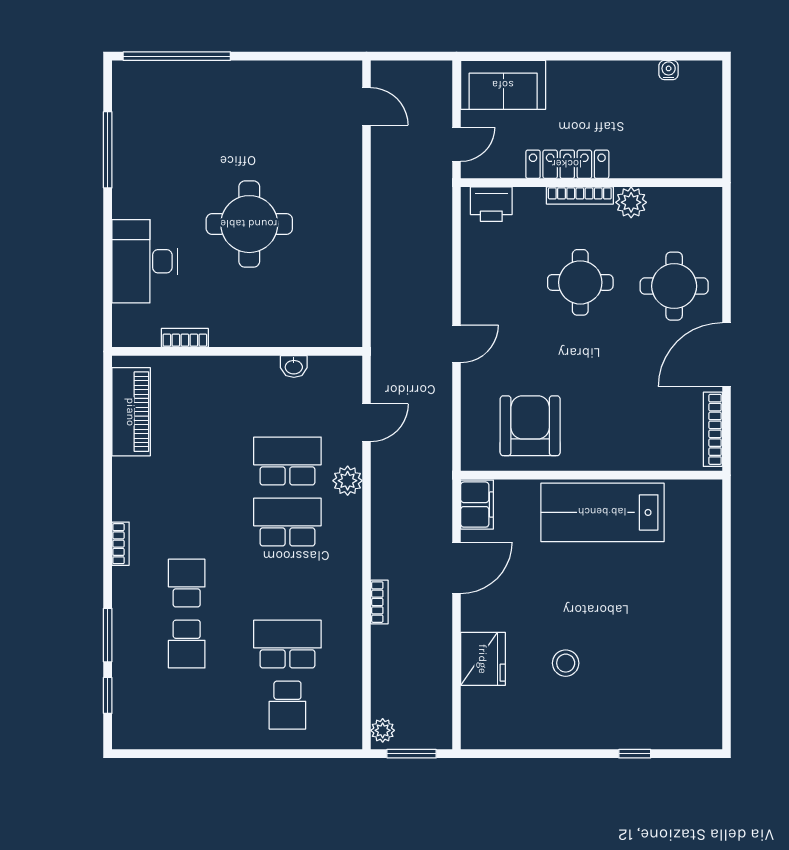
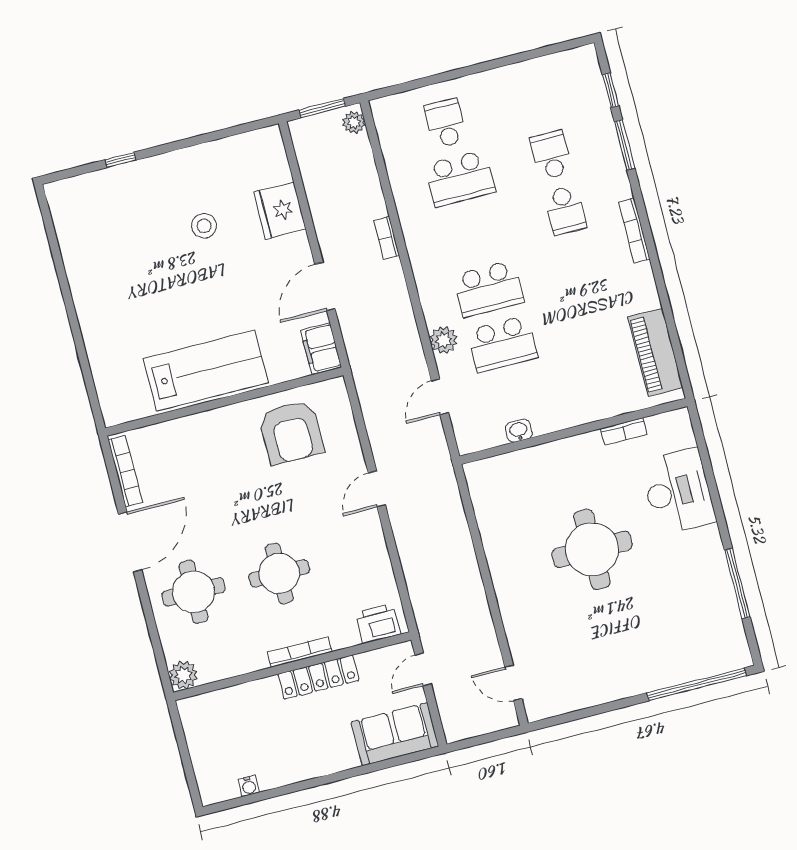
plant: (631, 202) -> (183, 675), moved
bookcase: (121, 544) -> (634, 230), width x1.56

